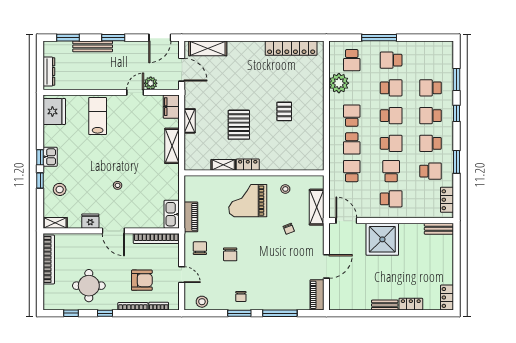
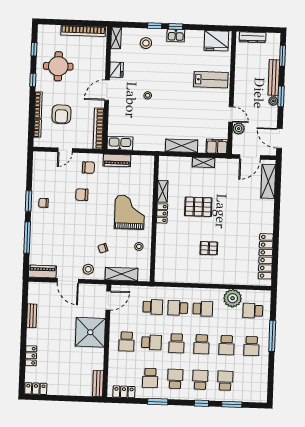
plant: (119, 46) -> (273, 101), added
school desk: (391, 60) -> (252, 346), turned 180
stool: (202, 302) -> (88, 269), moved
bench: (385, 305) -> (32, 316), moved

